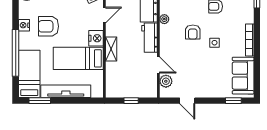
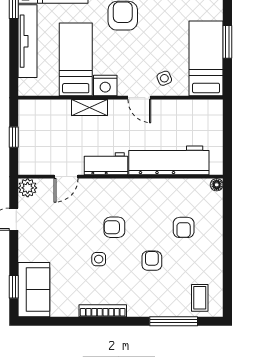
plant: (164, 19) -> (133, 185), removed
sofa: (243, 76) -> (34, 290), moved, turned 90
plant: (166, 81) -> (28, 188), moved

